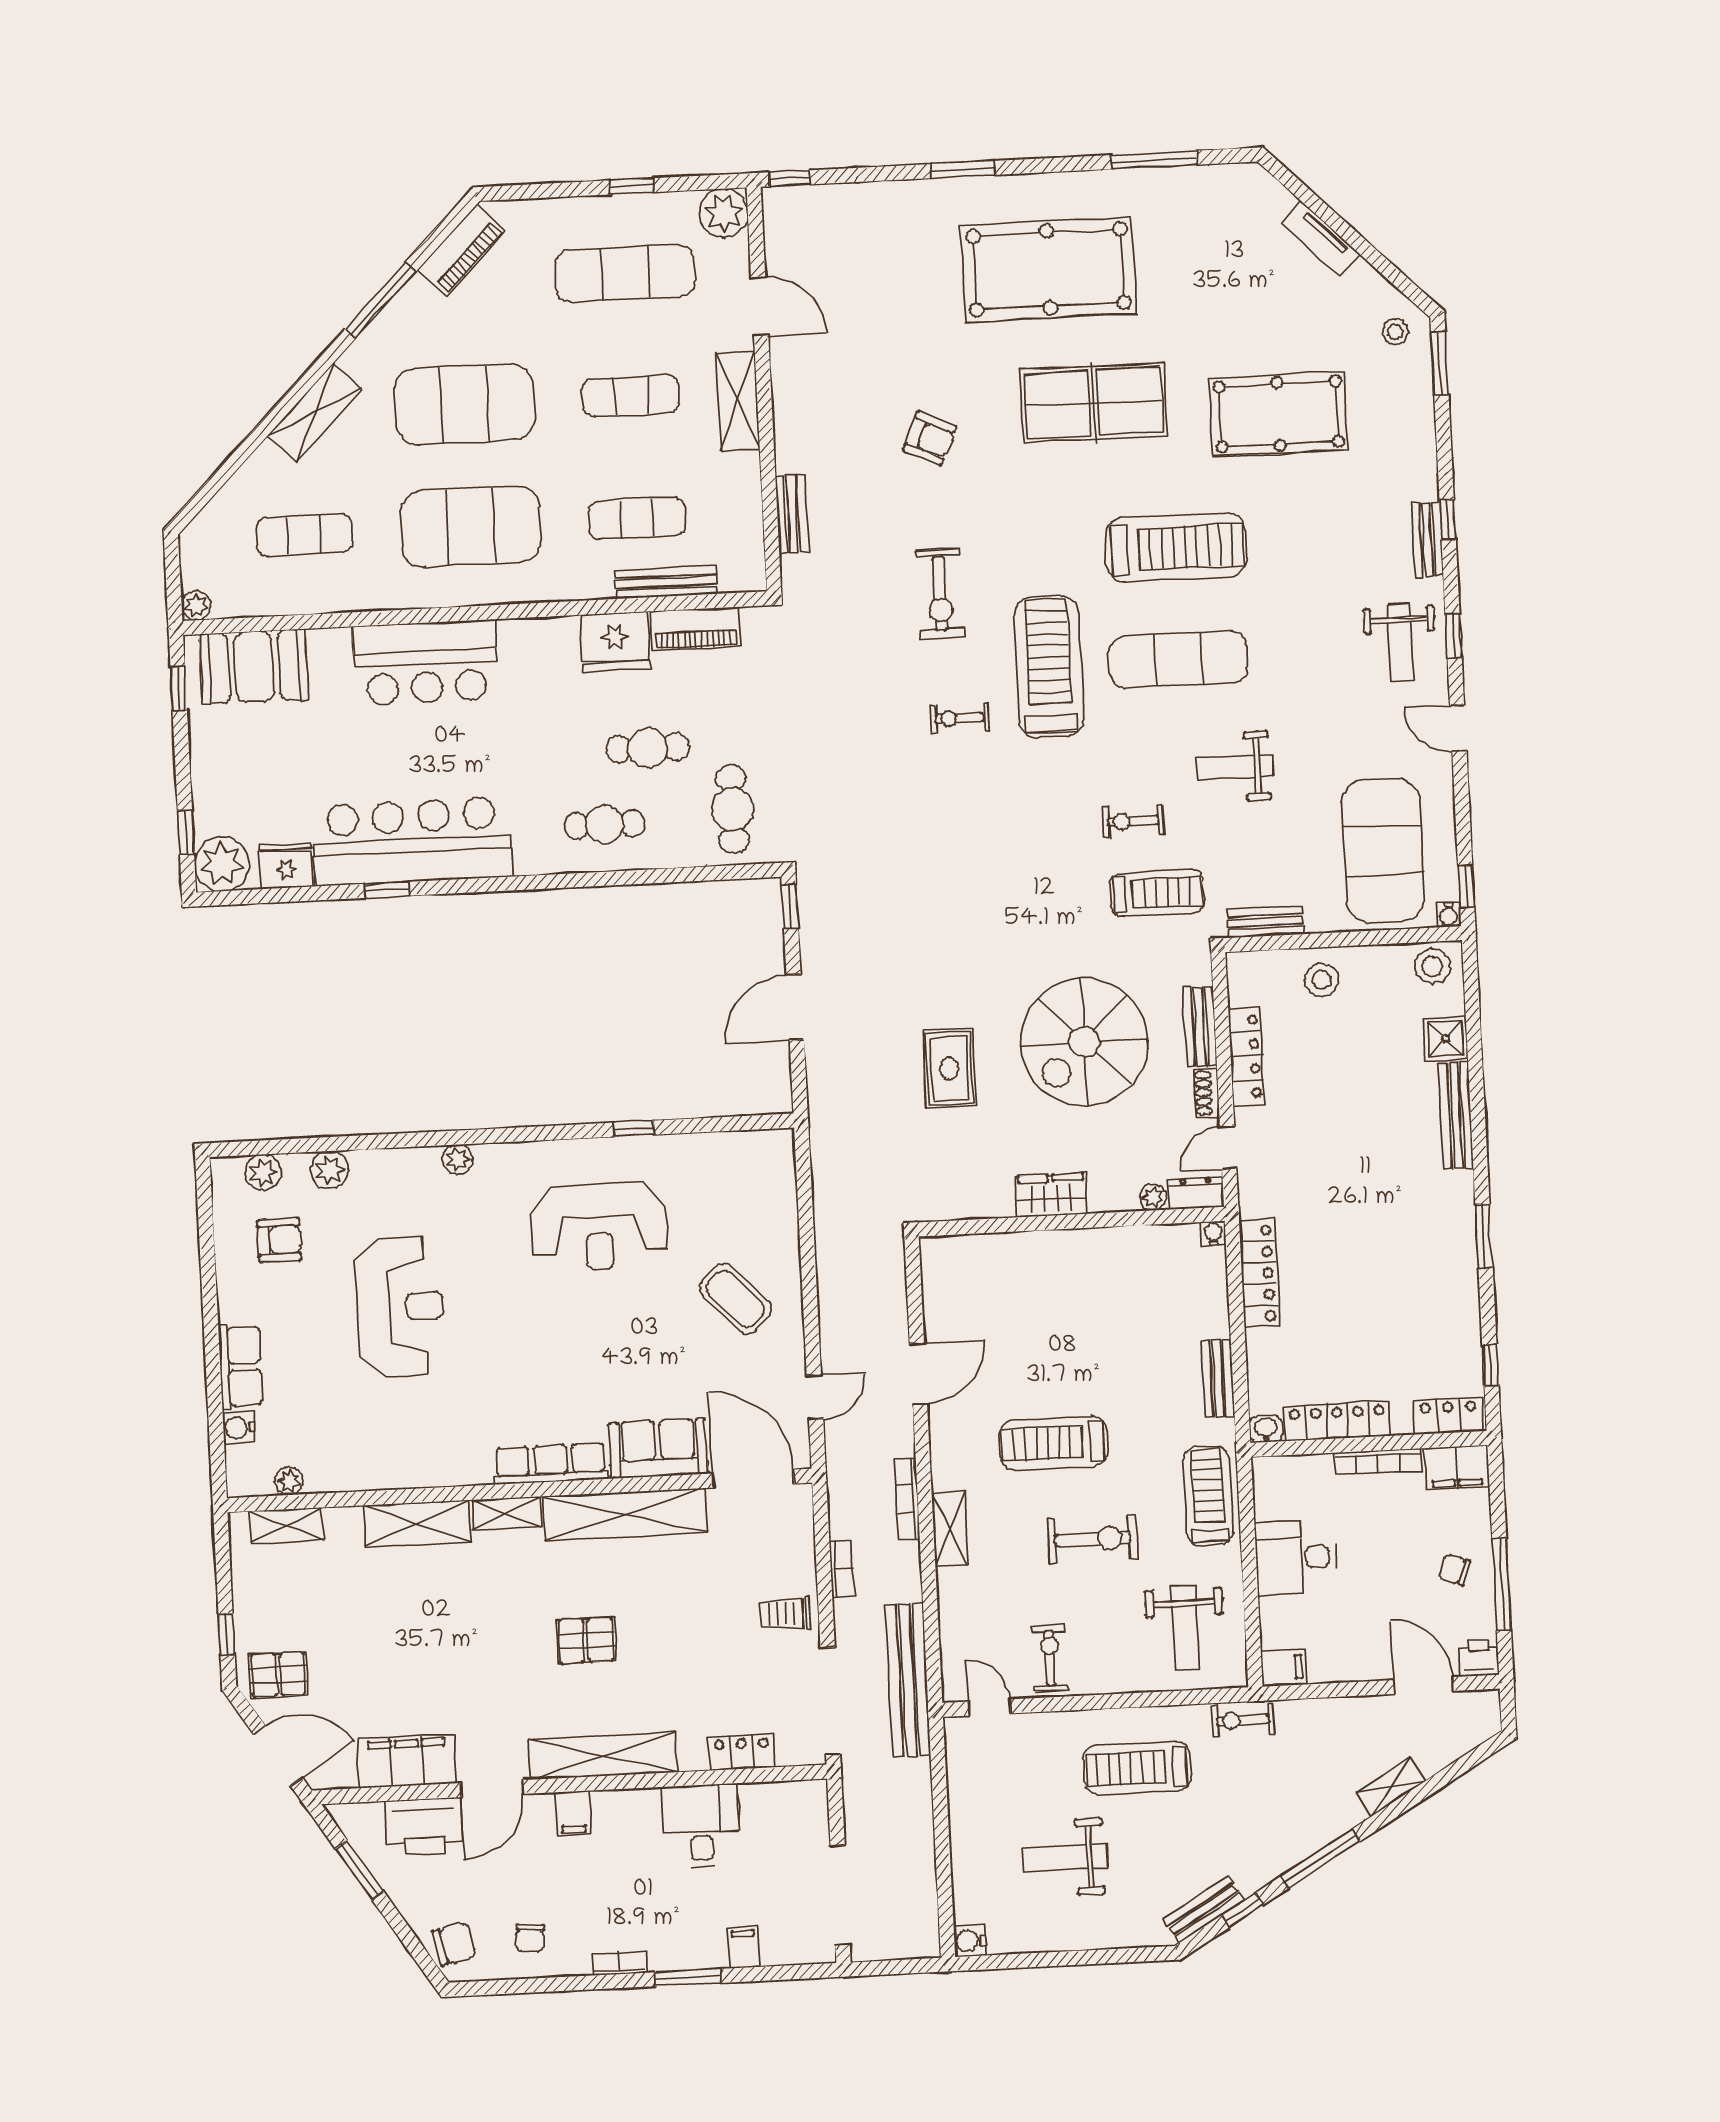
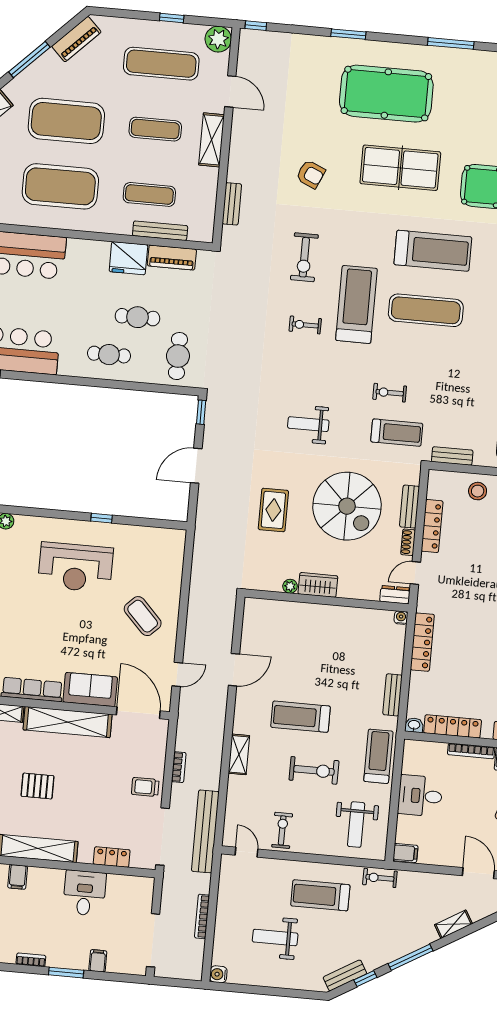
weight bench: (1235, 767) -> (308, 424), moved
spiral stairs: (1084, 1042) -> (347, 506), turned -90
plant: (1153, 1197) -> (290, 586), moved
bookcase: (907, 1499) -> (202, 916), moved

